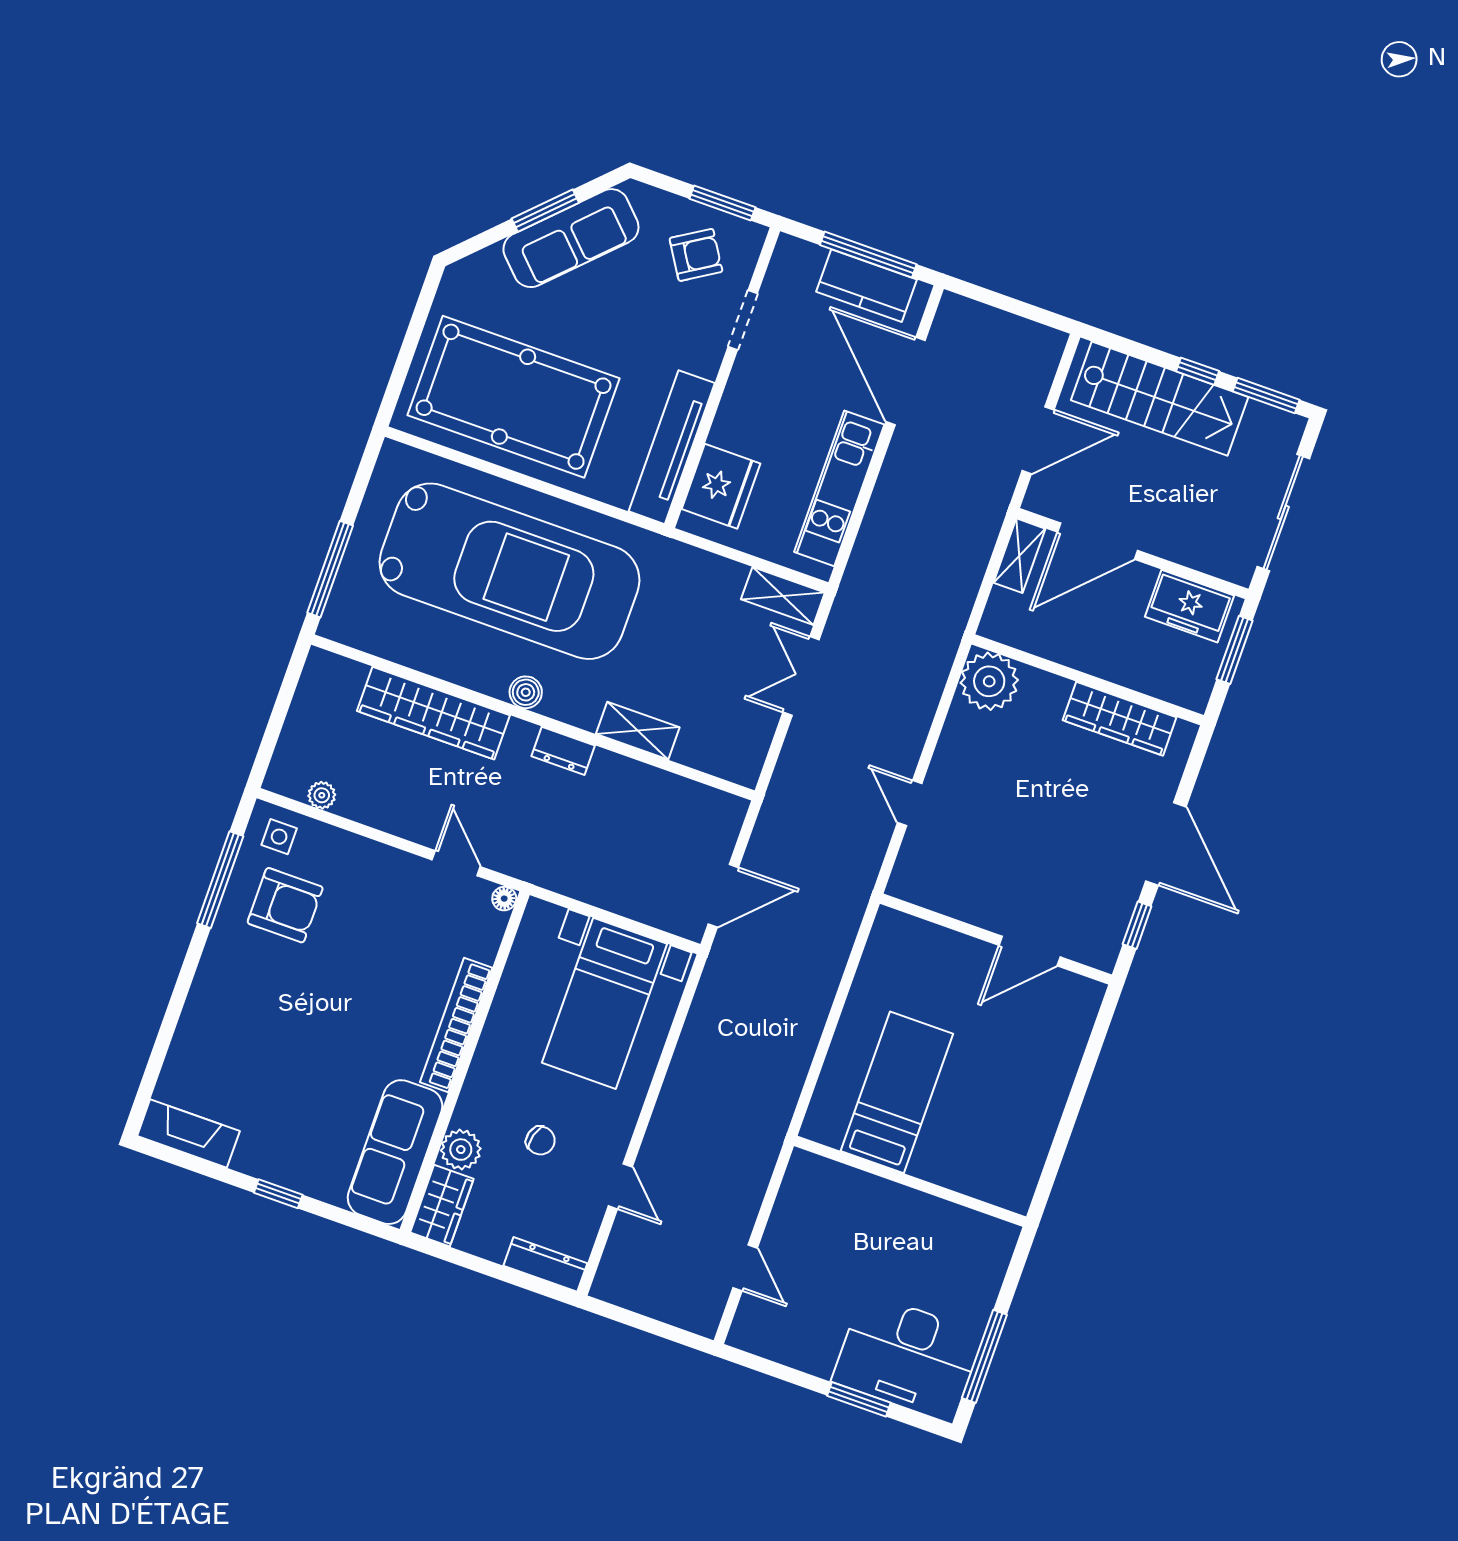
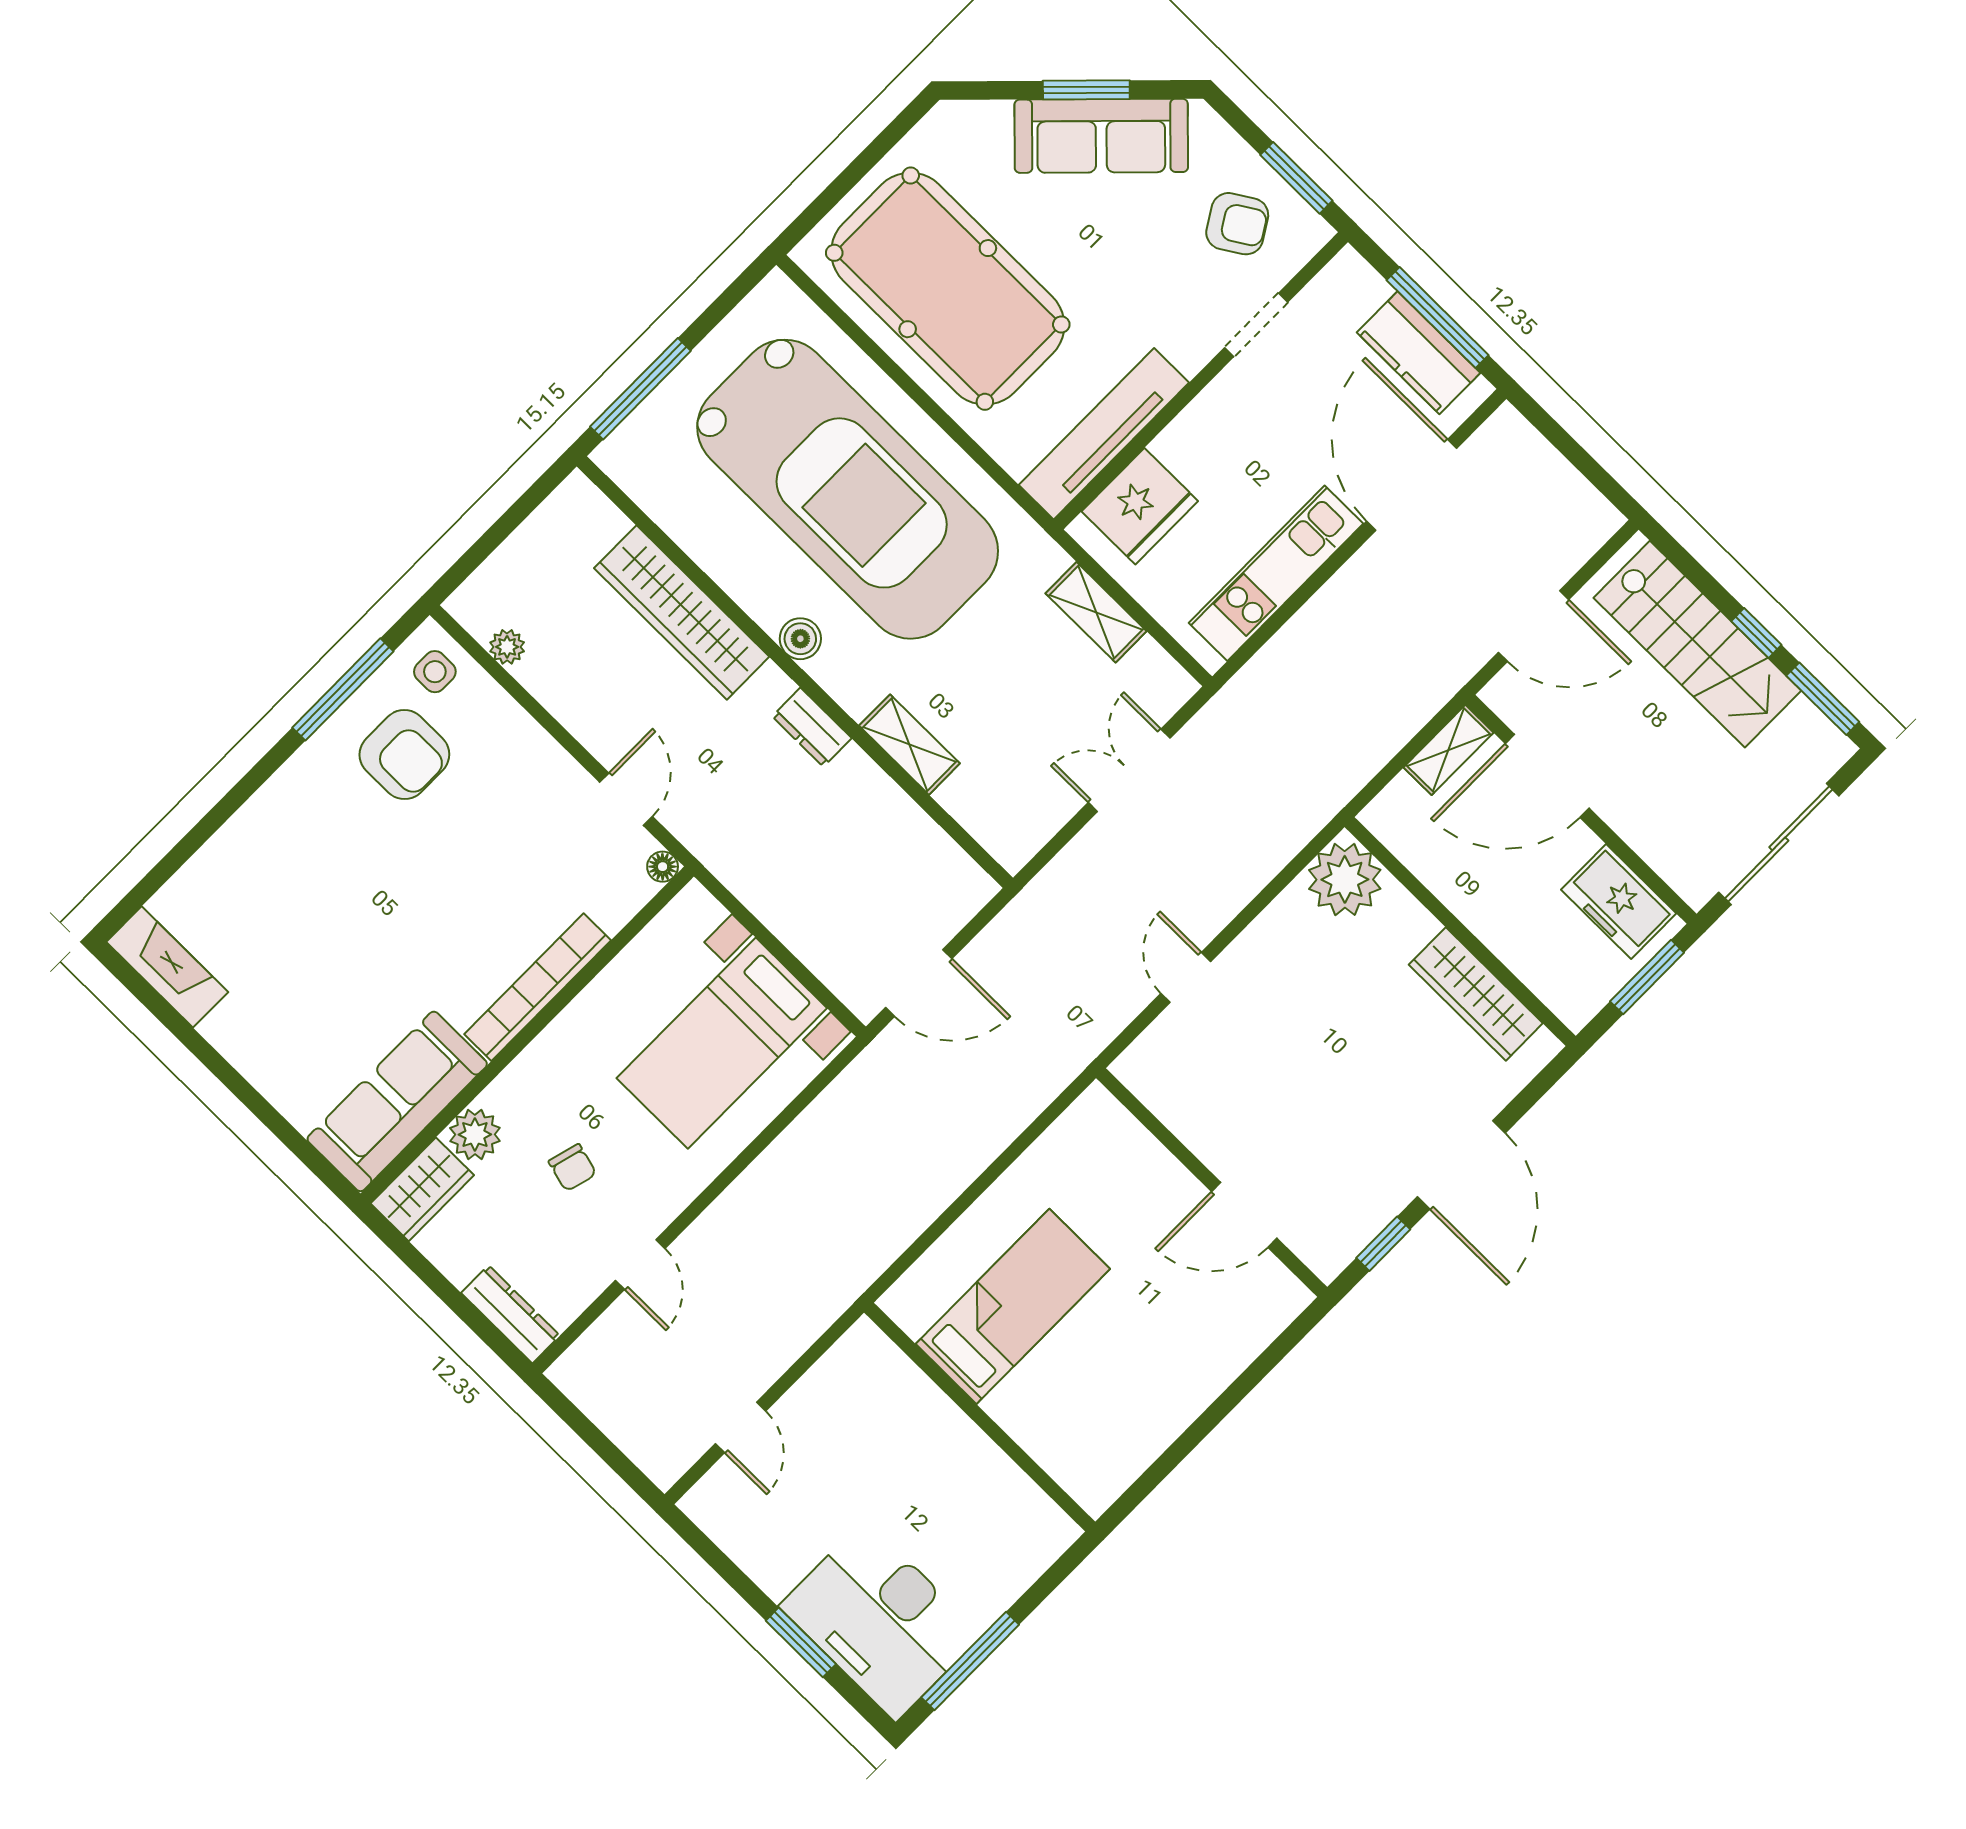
shelving: (783, 596) -> (1096, 612), moved
window: (278, 1194) -> (239, 1086), removed

